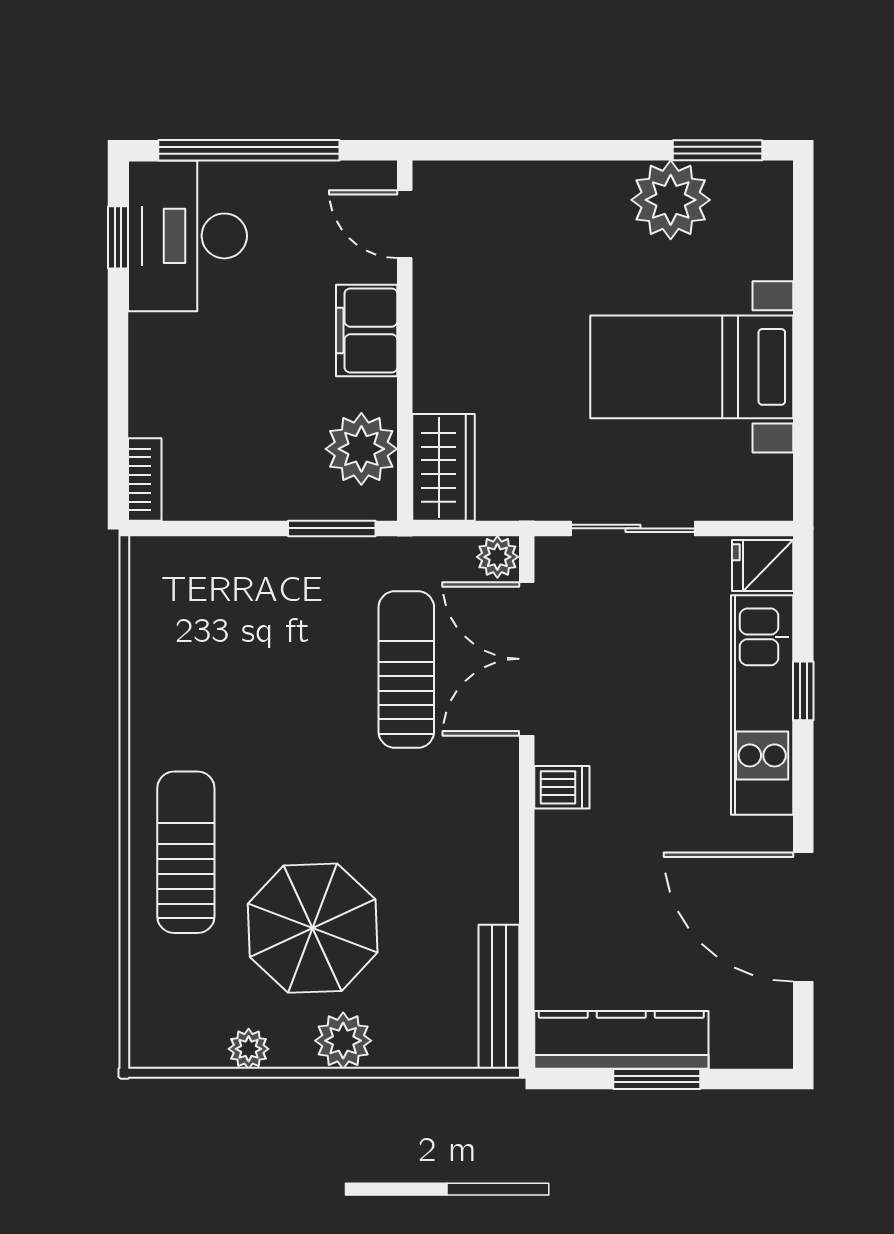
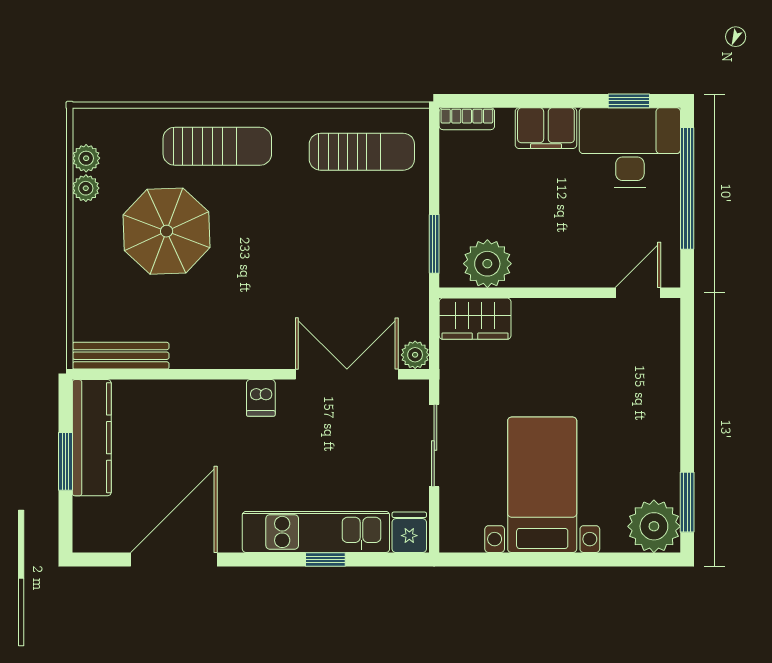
plant: (671, 200) -> (654, 526), moved
filing cabinet: (367, 331) -> (546, 128), moved, turned 180
sun lounger: (406, 670) -> (362, 152), moved
plant: (343, 1041) -> (86, 158), moved, width x0.73, depth x0.73

